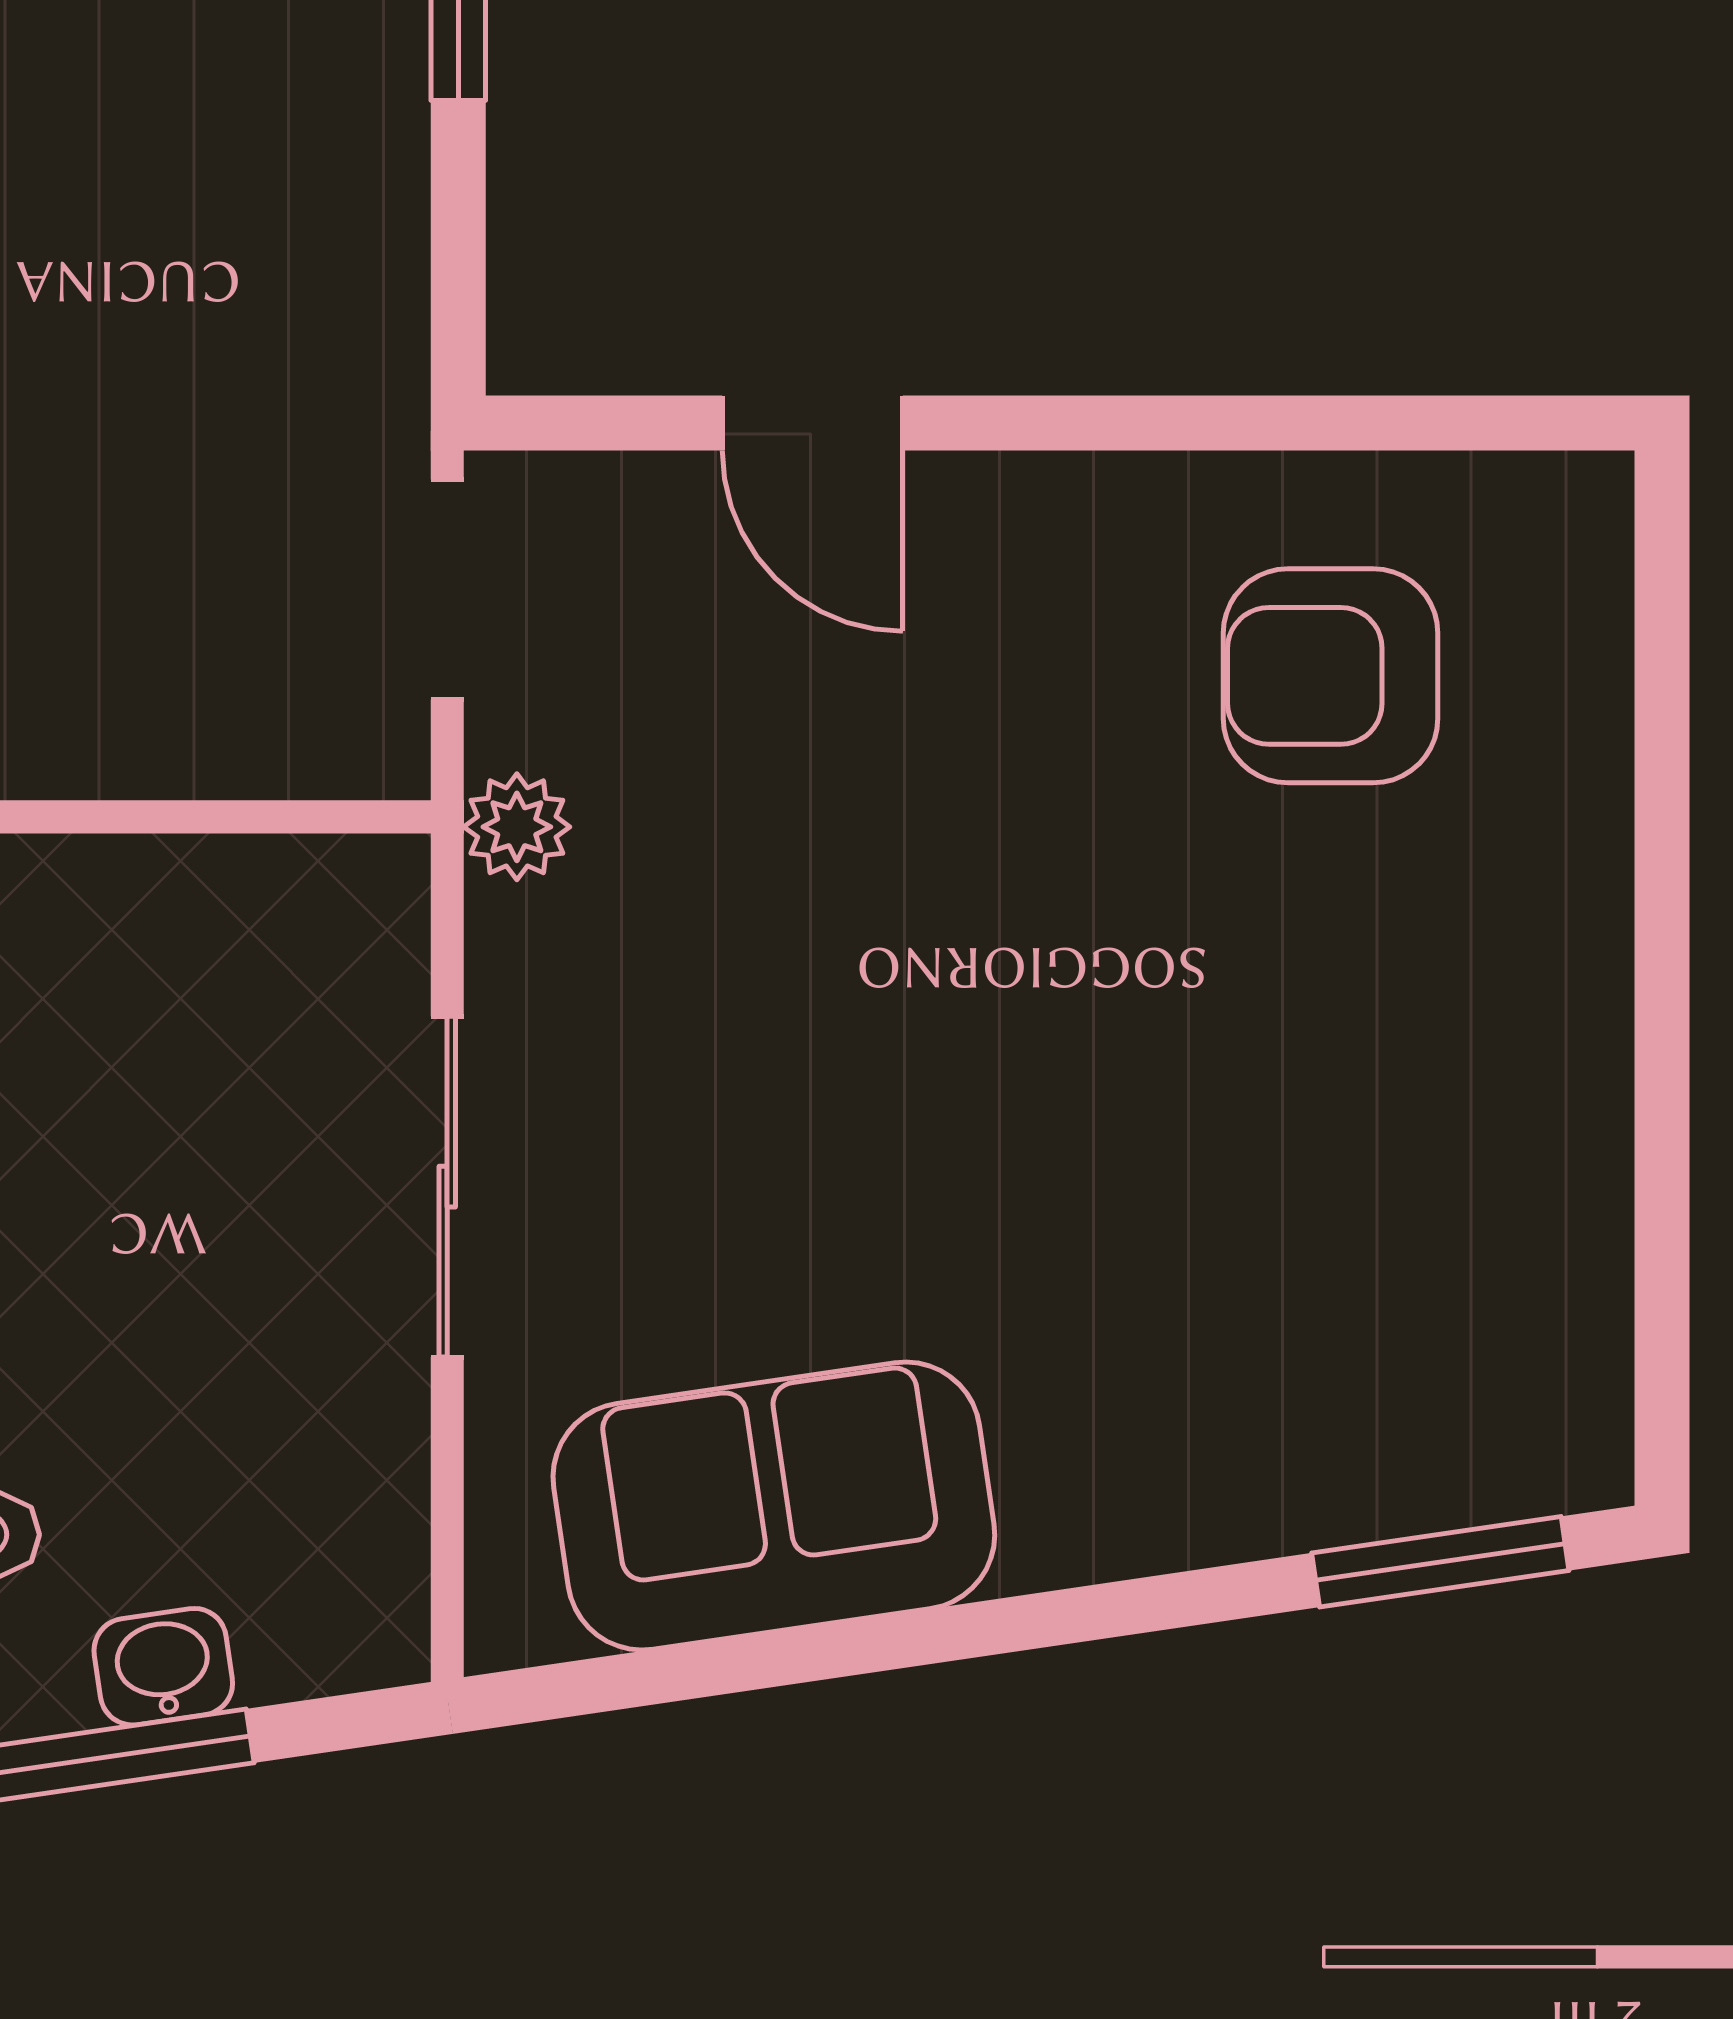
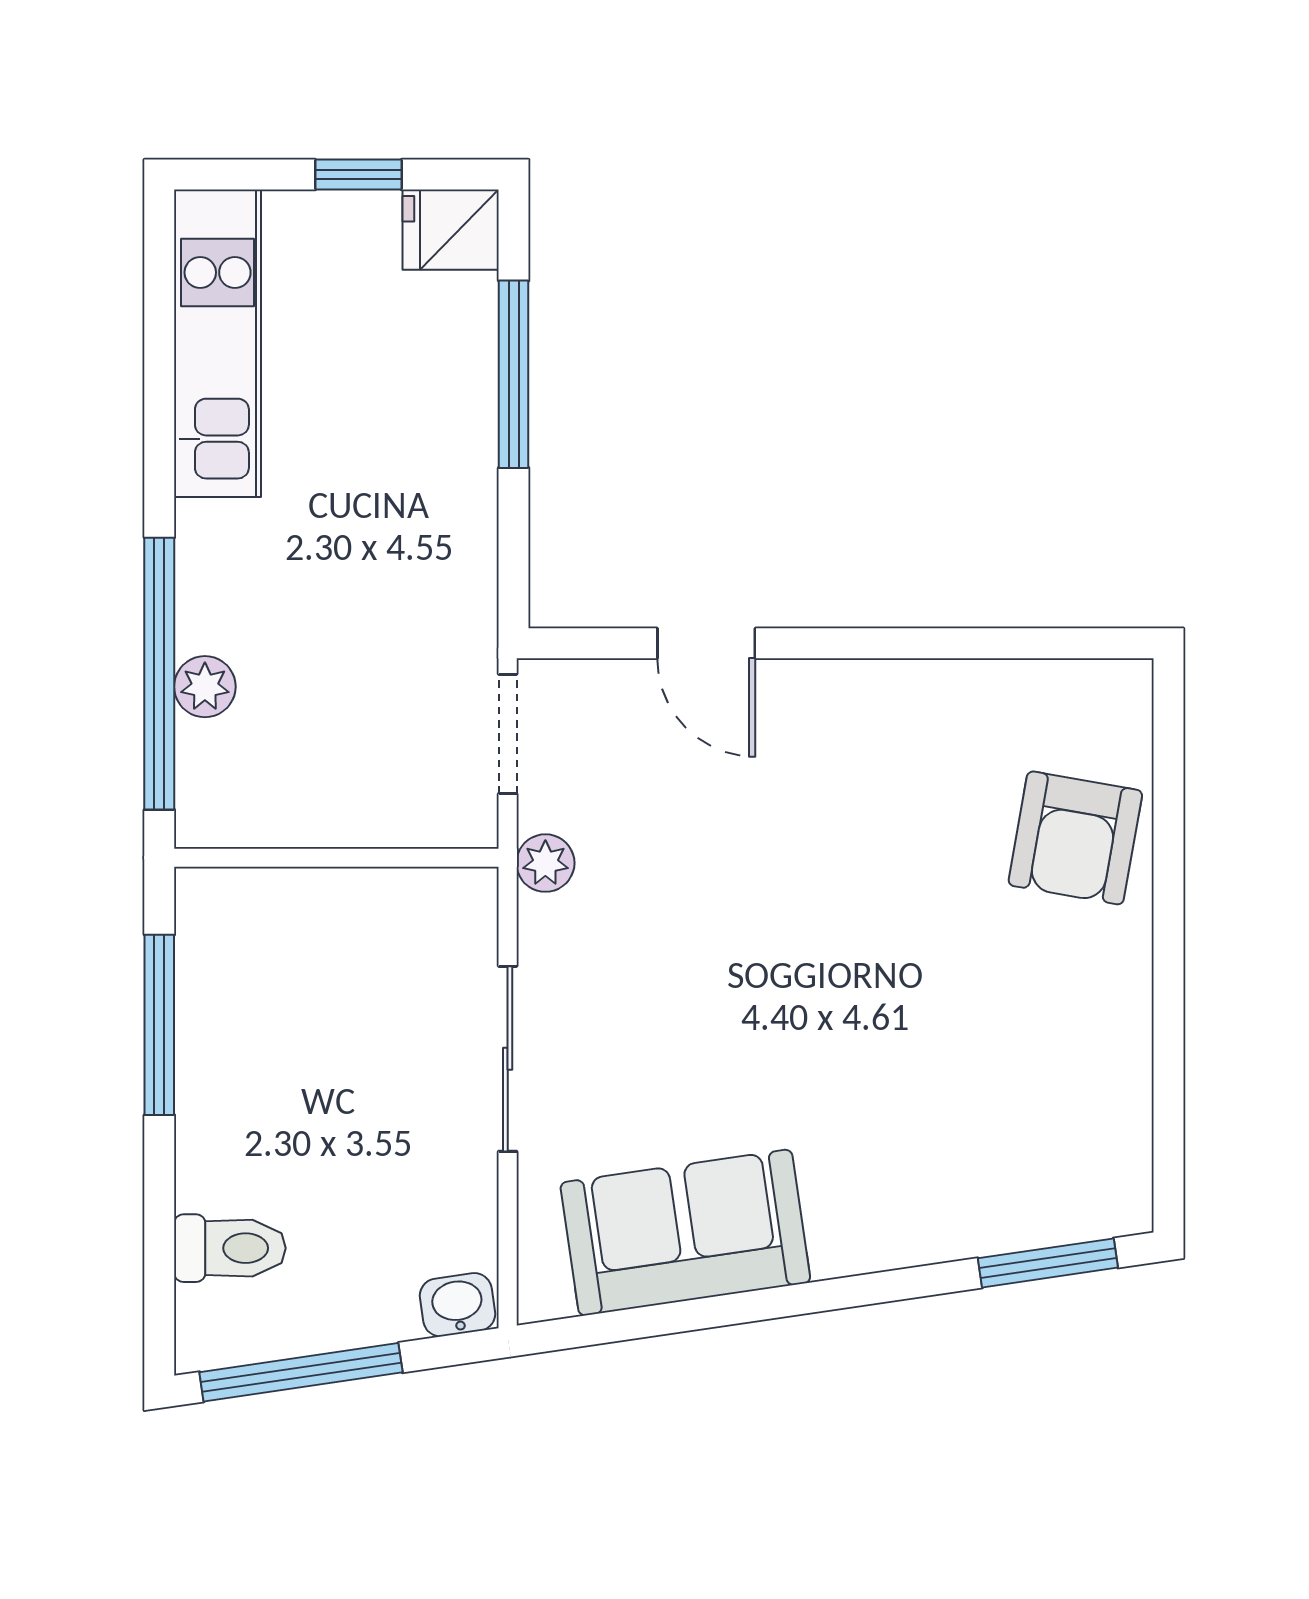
armchair: (1331, 676) -> (1075, 838), moved, turned -80
washbasin: (163, 1667) -> (457, 1305), moved

